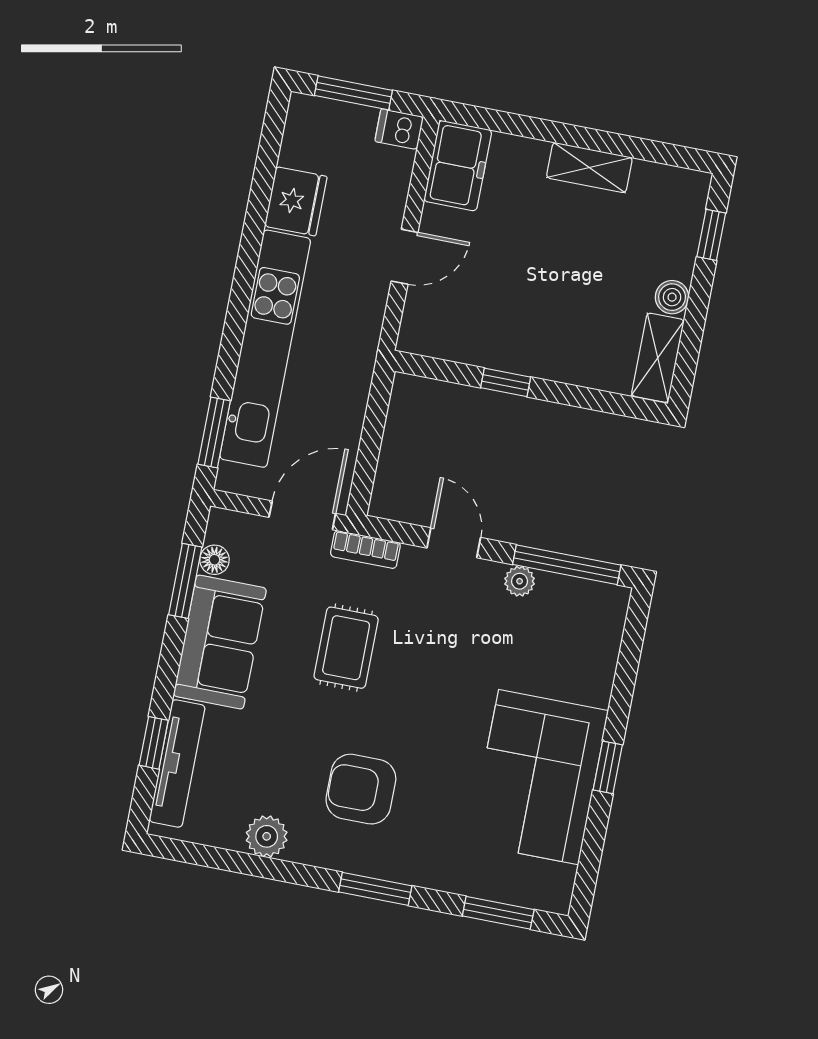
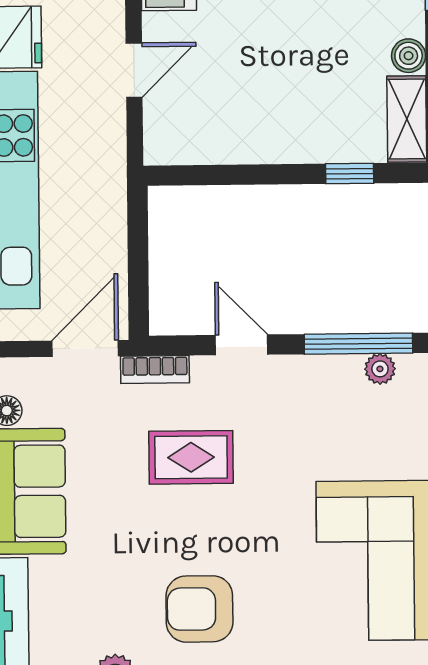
window: (506, 382) -> (350, 174), moved
plant: (520, 581) -> (380, 369), moved
rug: (346, 648) -> (191, 457), moved, turned 90

